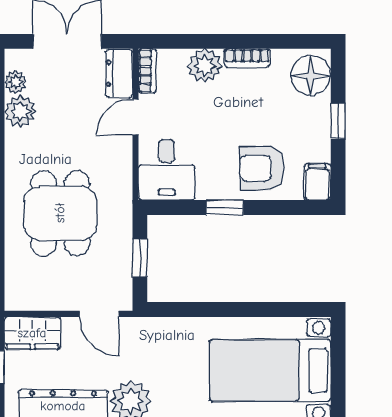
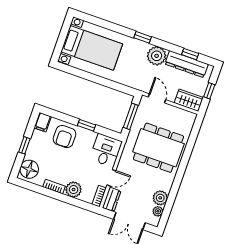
armchair: (262, 168) -> (65, 137), turned 90
dining table: (60, 213) -> (158, 148), width x1.38
window: (140, 258) -> (131, 116), width x1.50

